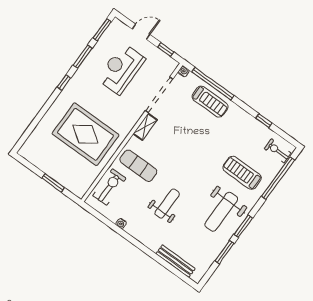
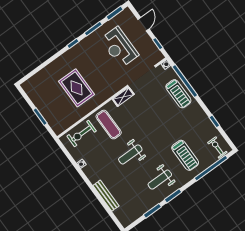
door: (141, 32) -> (143, 24), hinge flipped
reception desk: (121, 69) -> (119, 47), turned -90
rug: (85, 134) -> (76, 88), width x0.73, depth x0.69
treadmill: (242, 173) -> (185, 155), turned 180
exercise bike: (109, 187) -> (82, 134), turned 180
weight bench: (167, 204) -> (130, 154), moved, turned 180
weight bench: (221, 212) -> (160, 180), width x0.73, depth x0.75
bench: (176, 261) -> (106, 196), moved

